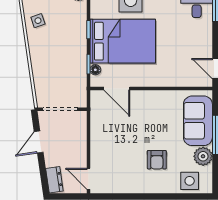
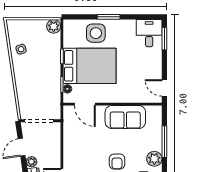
sofa: (198, 121) -> (125, 117), moved, turned -90
plant: (51, 160) -> (31, 162), added

